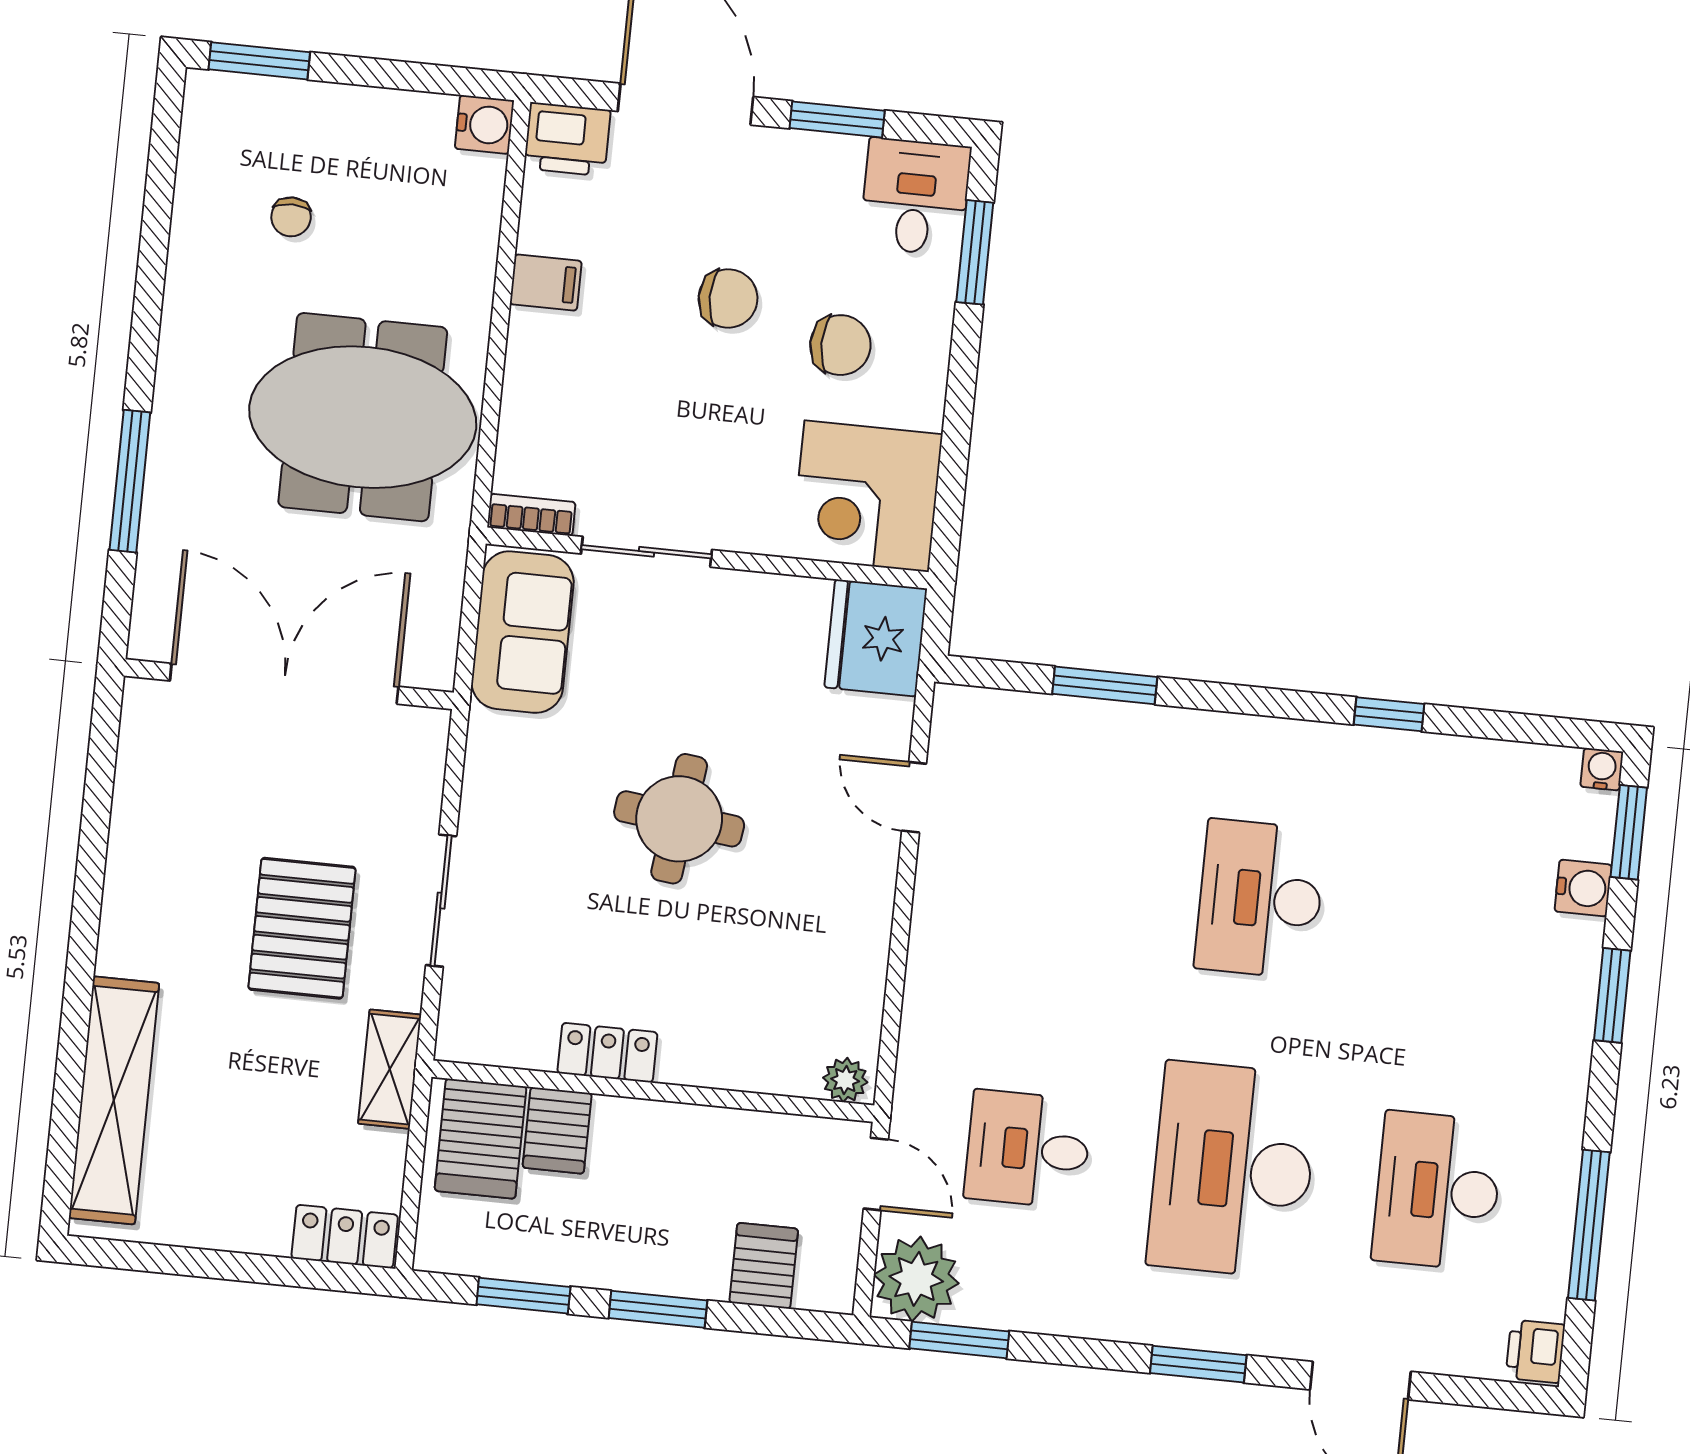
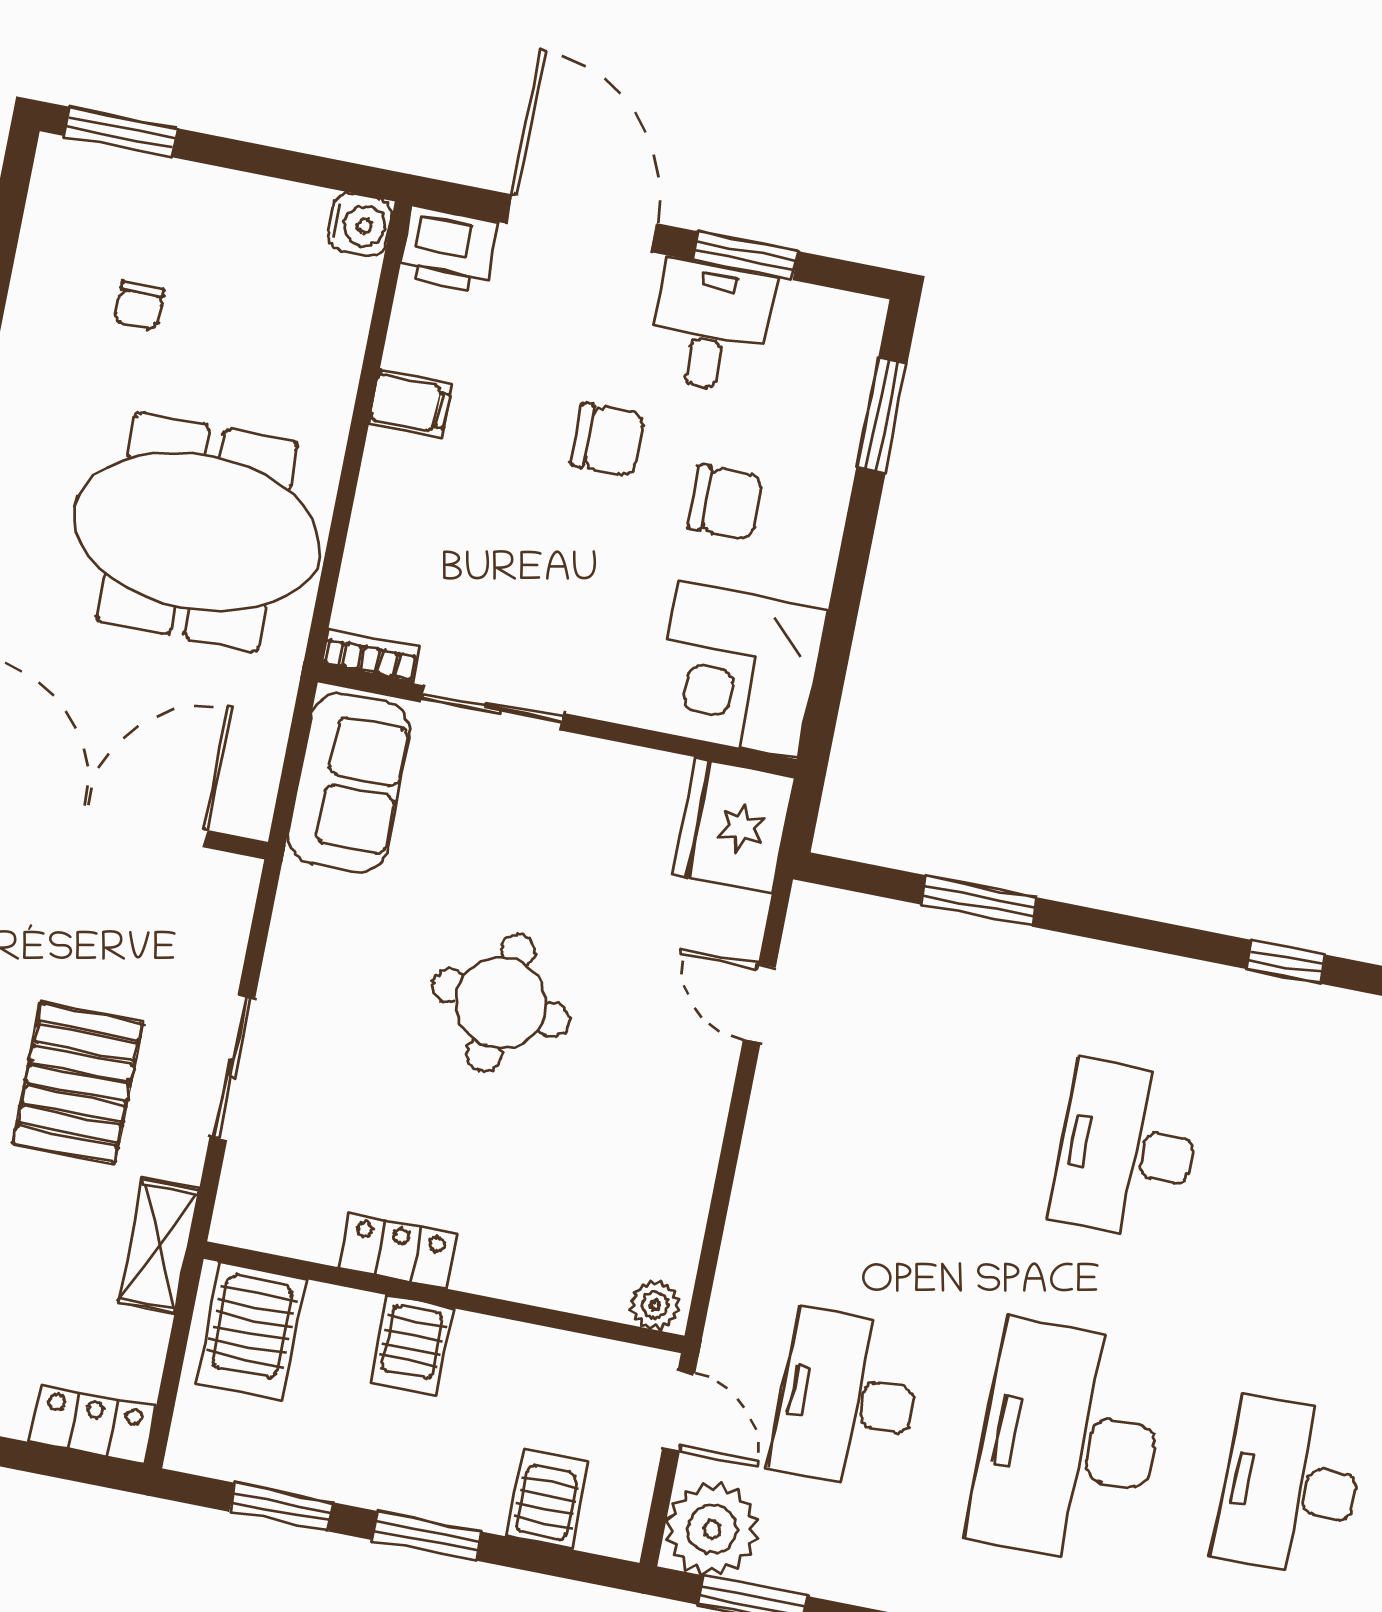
desk: (915, 197) -> (711, 326), moved
server rack: (557, 1130) -> (412, 1345), moved
desk: (1028, 1149) -> (847, 1399), width x1.37

